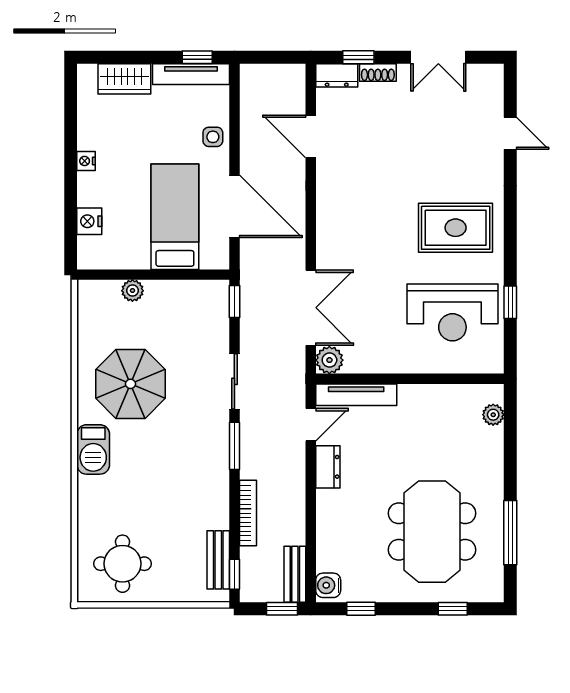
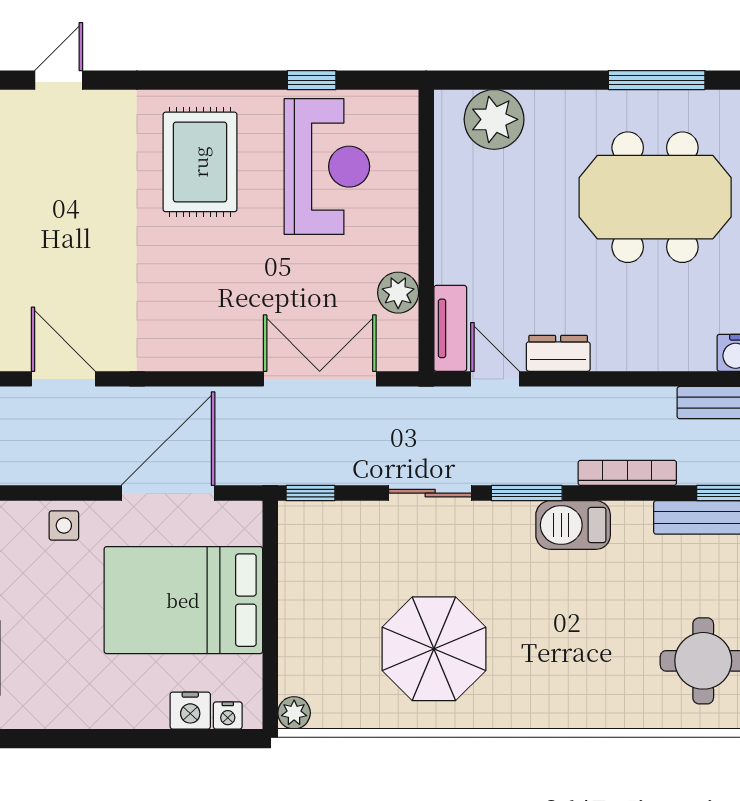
door: (311, 137) -> (63, 379), swing flipped
nightstand: (86, 161) -> (228, 715), moved
bed: (175, 217) -> (183, 600), width x1.50
plant: (132, 291) -> (294, 713), moved
plant: (329, 360) -> (398, 293), moved
tv unit: (356, 395) -> (450, 328), width x0.71
plant: (493, 415) -> (494, 119), width x1.88, depth x1.88
barbecue: (93, 449) -> (573, 525), moved, turned 180

